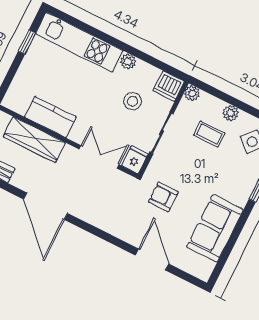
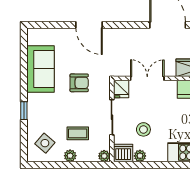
plant: (128, 62) -> (140, 156), moved
double door: (99, 157) -> (147, 78), swing flipped
armchair: (163, 197) -> (79, 83), moved
door: (152, 259) -> (89, 25), moved

